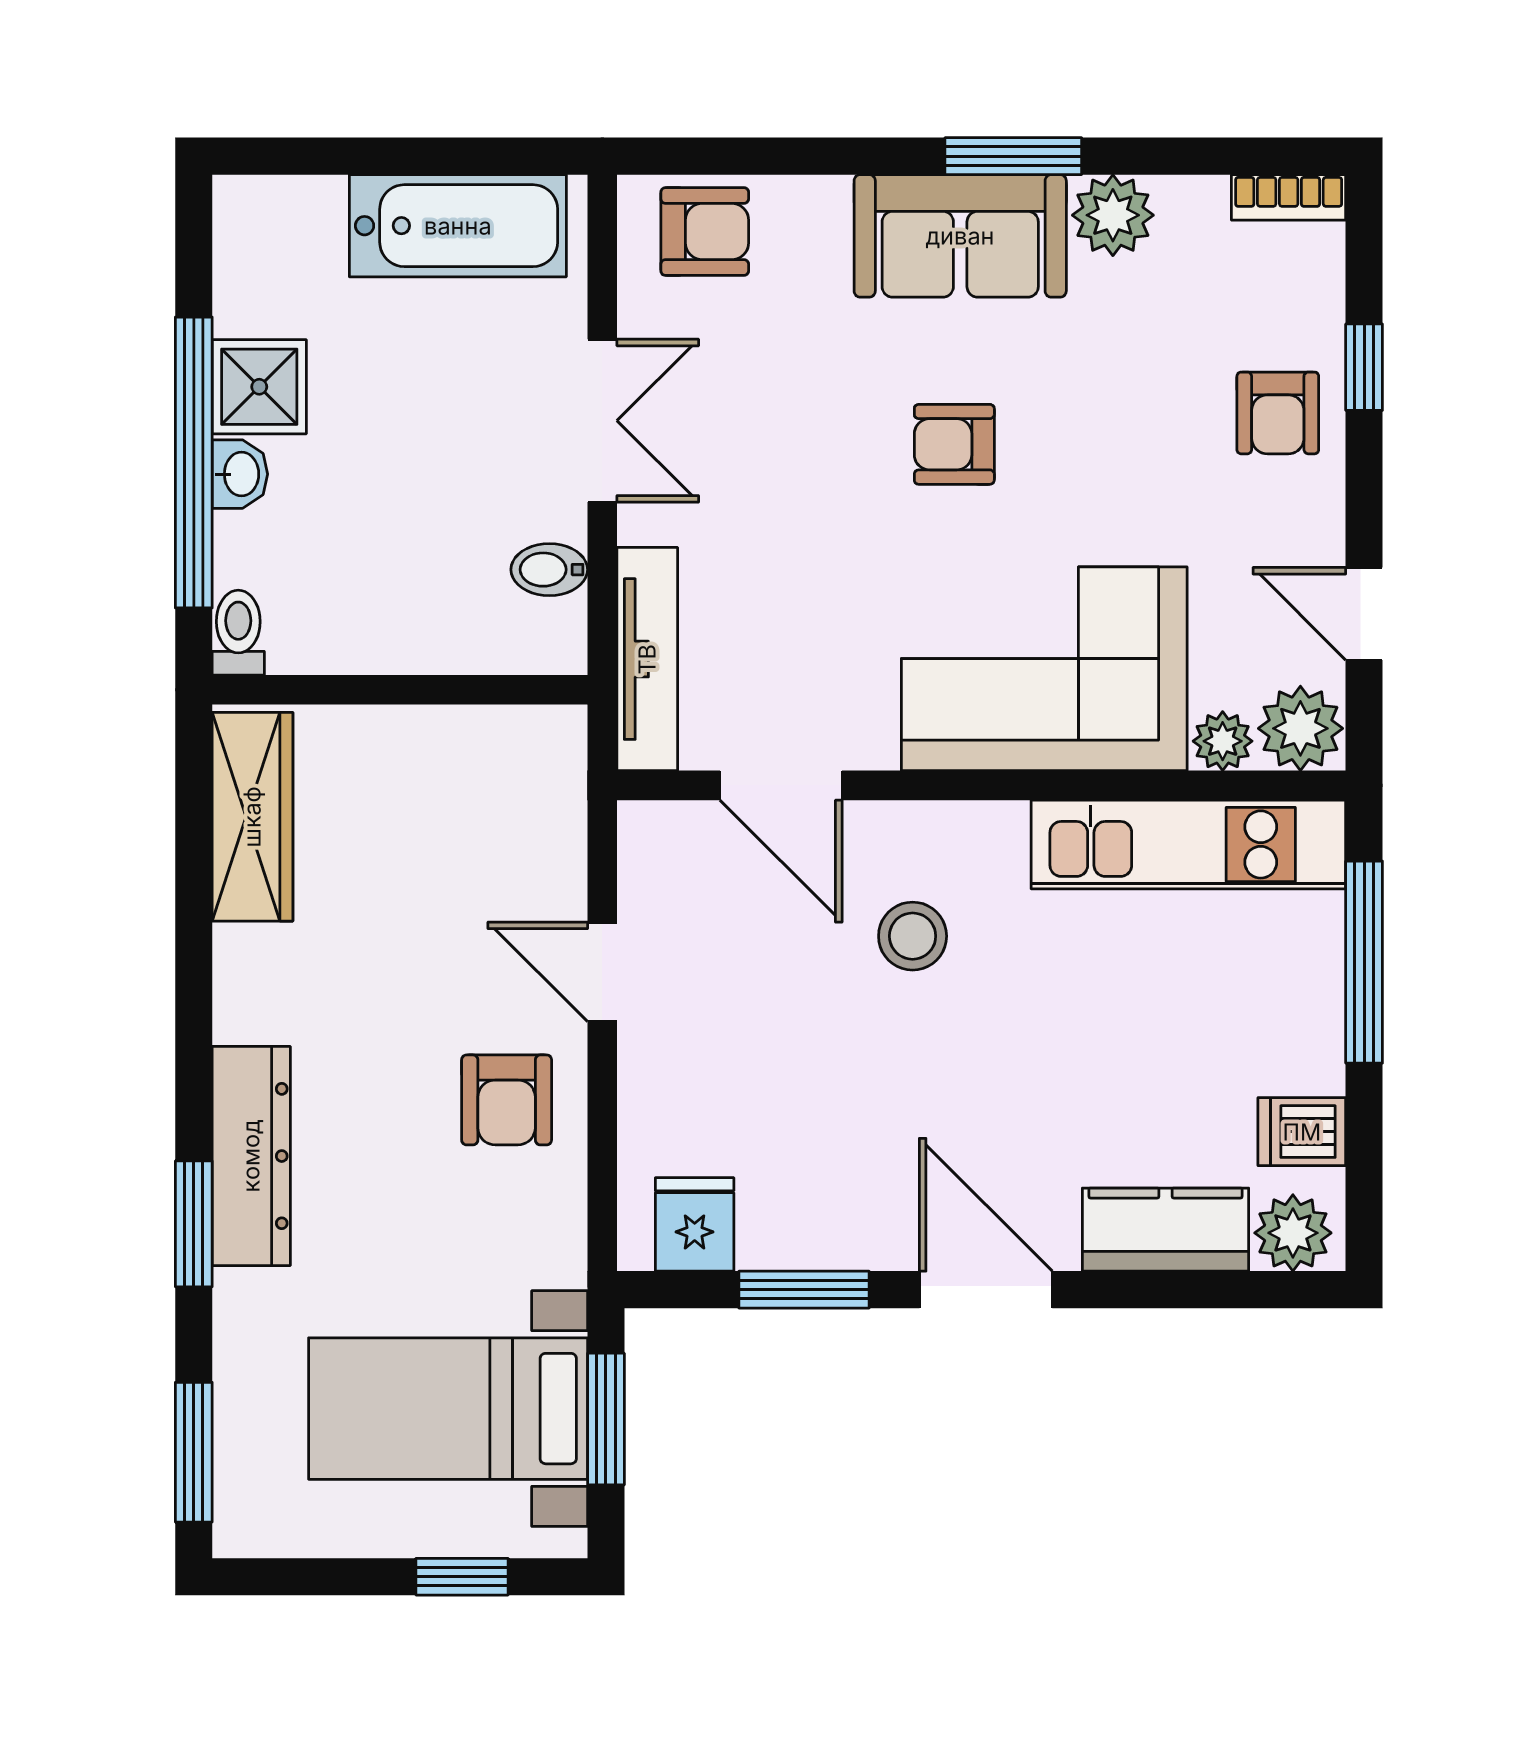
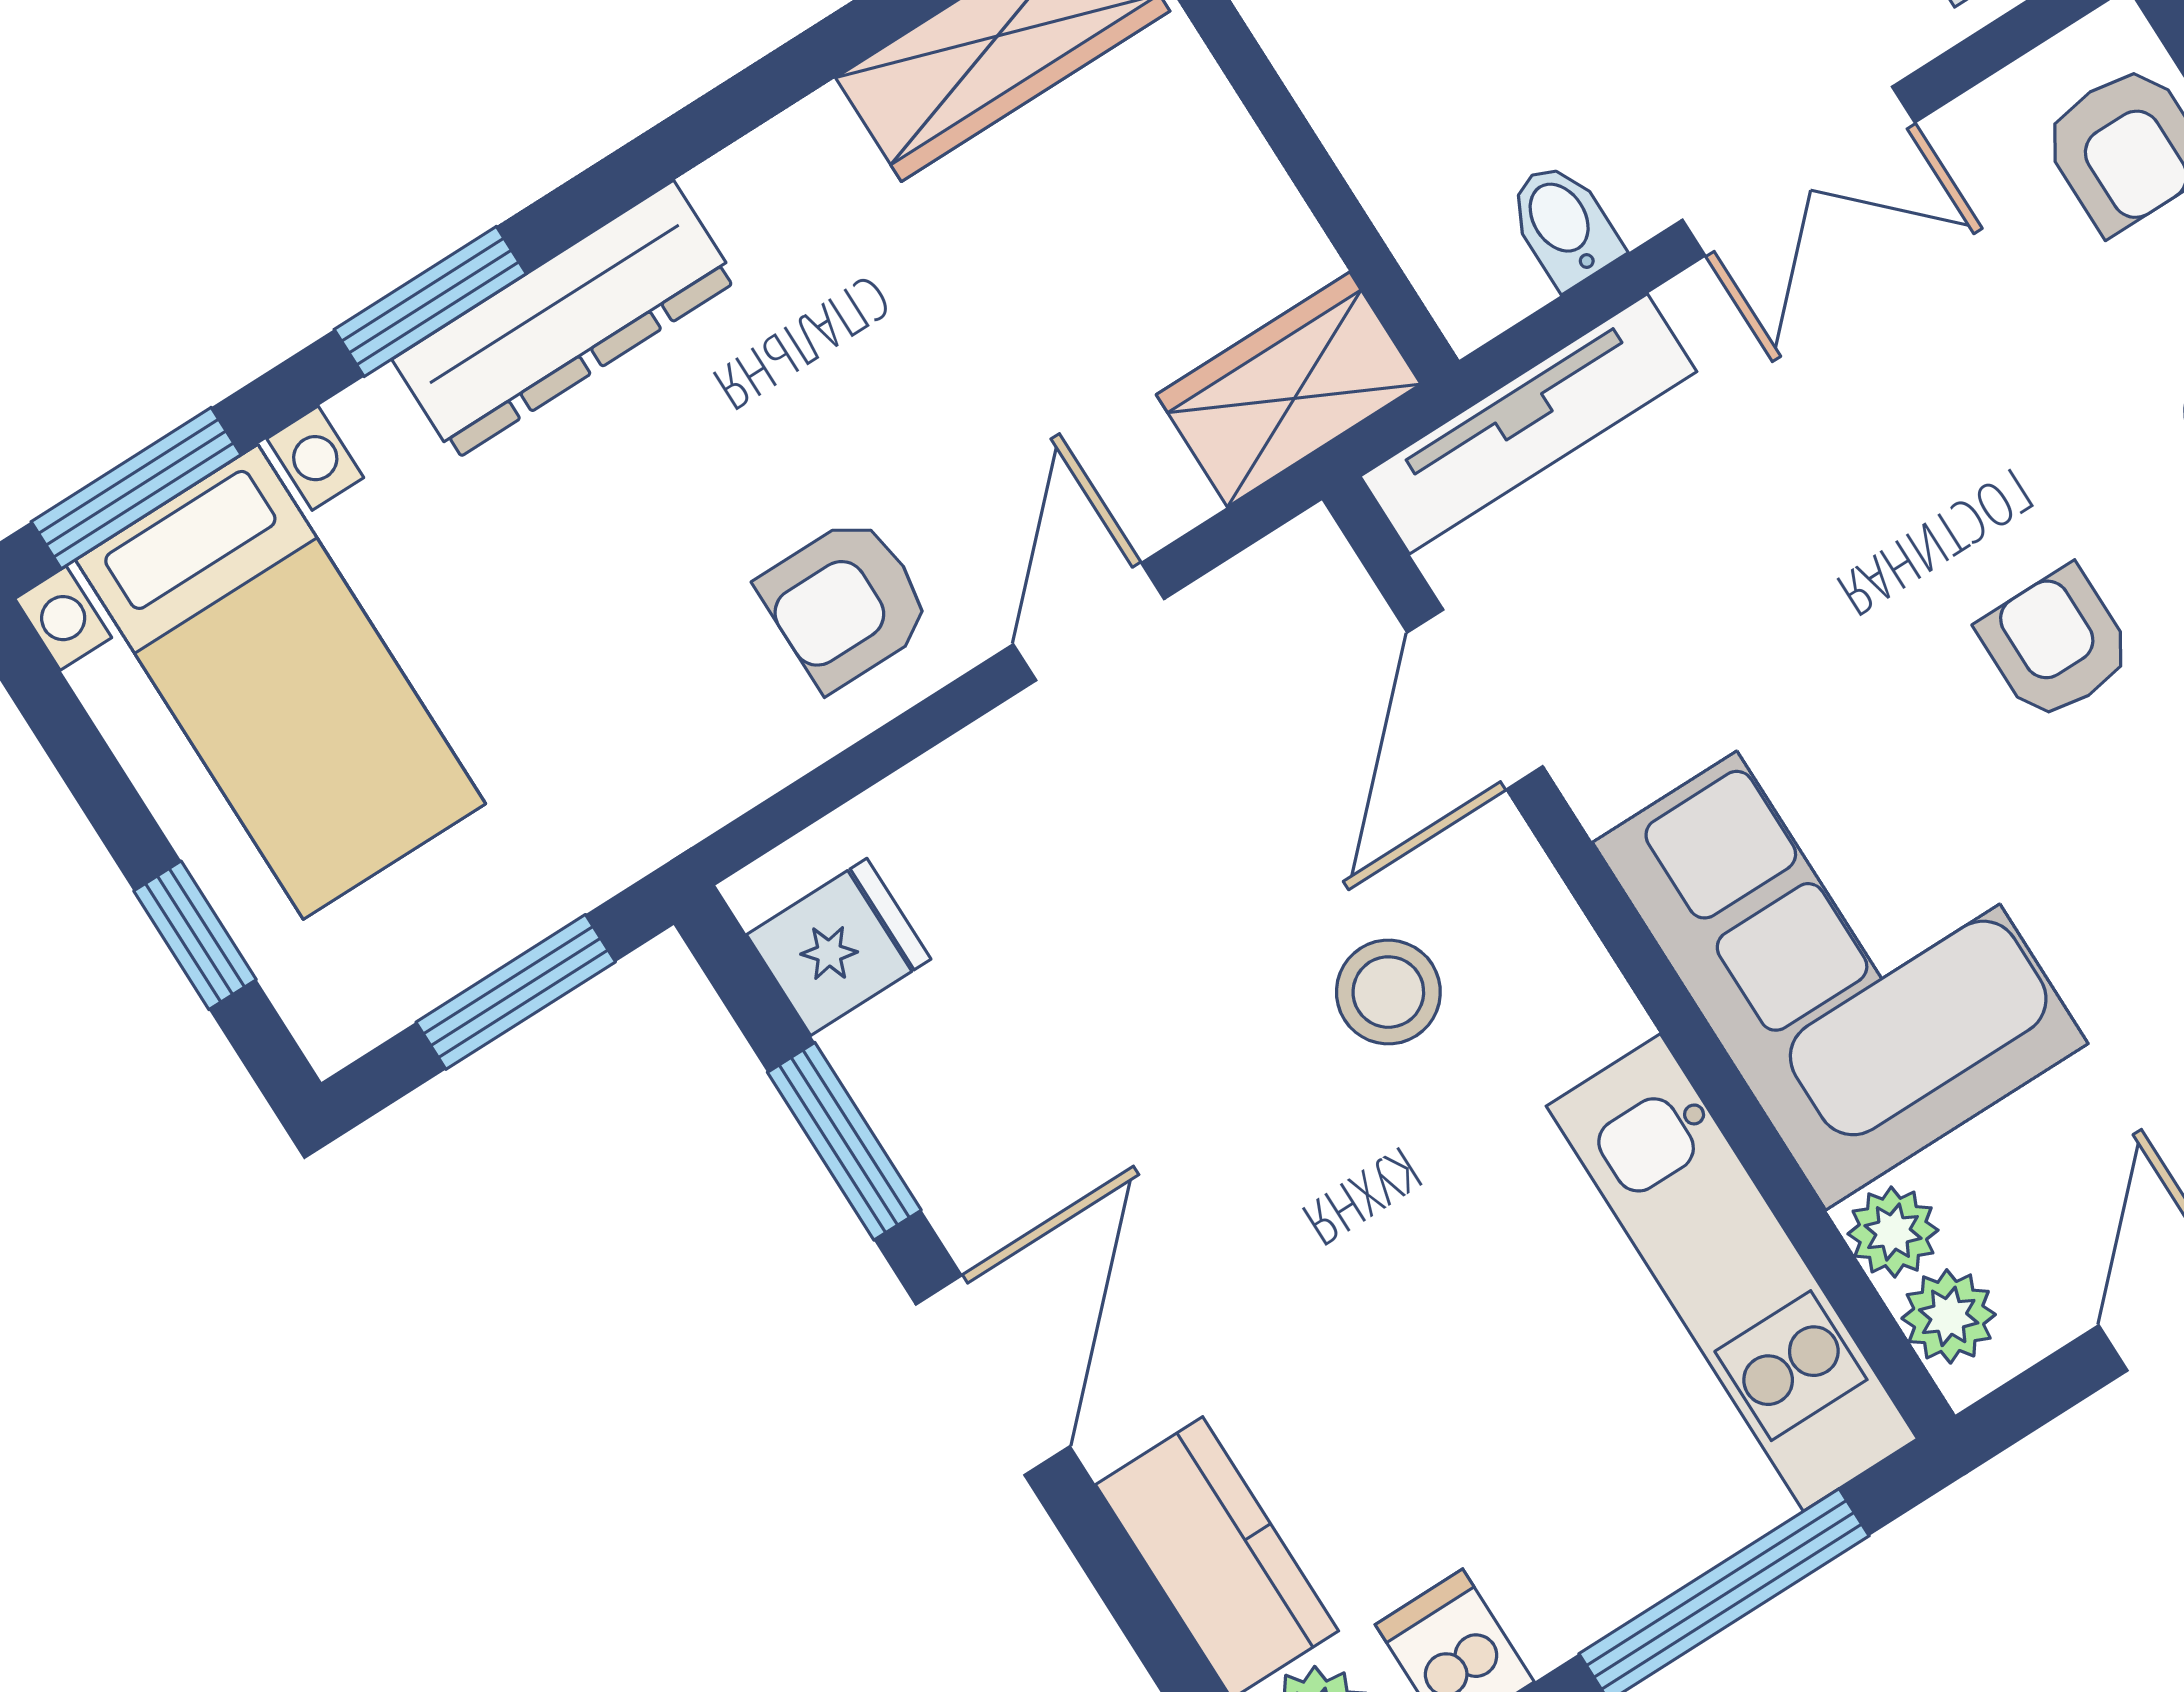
plant: (1300, 728) -> (1949, 1316), width x0.73, depth x0.73
wardrobe: (544, 780) -> (1289, 389), added
bed with nightstands: (448, 1409) -> (280, 682), moved, turned 180

